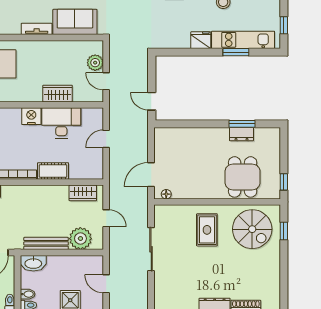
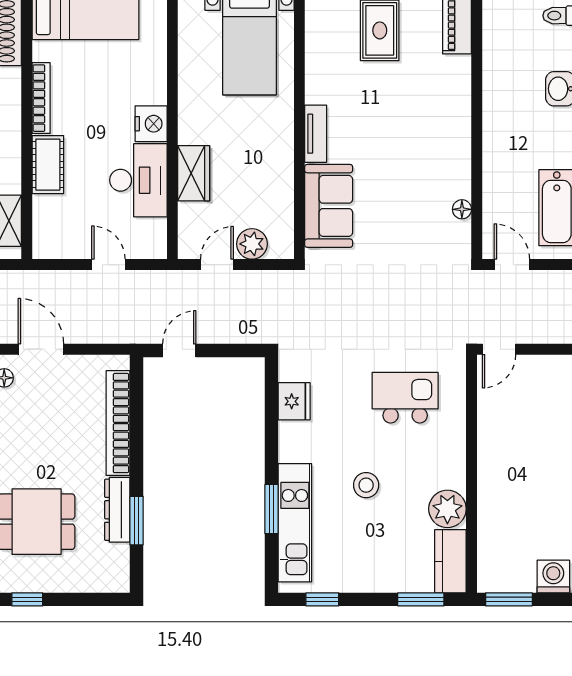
fridge: (201, 40) -> (294, 401), moved
bookcase: (190, 134) -> (118, 423), added
dresser: (241, 134) -> (117, 510), width x1.44

